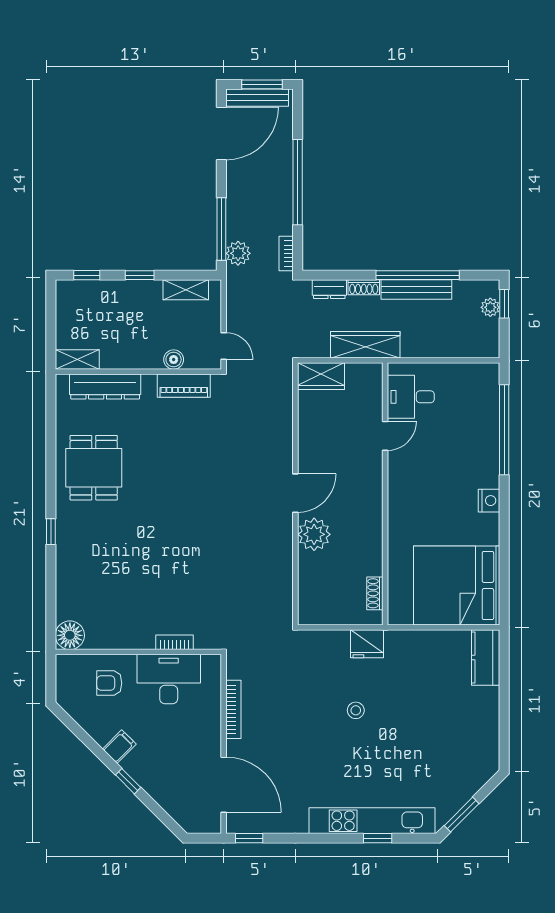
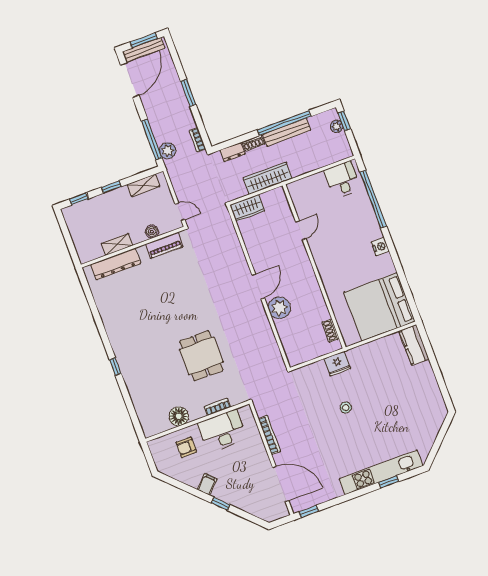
window: (298, 182) -> (188, 93), width x0.47
shelving: (77, 360) -> (117, 244), moved
desk: (411, 397) -> (342, 180), moved, turned 90
dining table: (94, 468) -> (201, 356), moved
floor lamp: (70, 635) -> (179, 416), moved
window: (462, 815) -> (435, 448), removed

